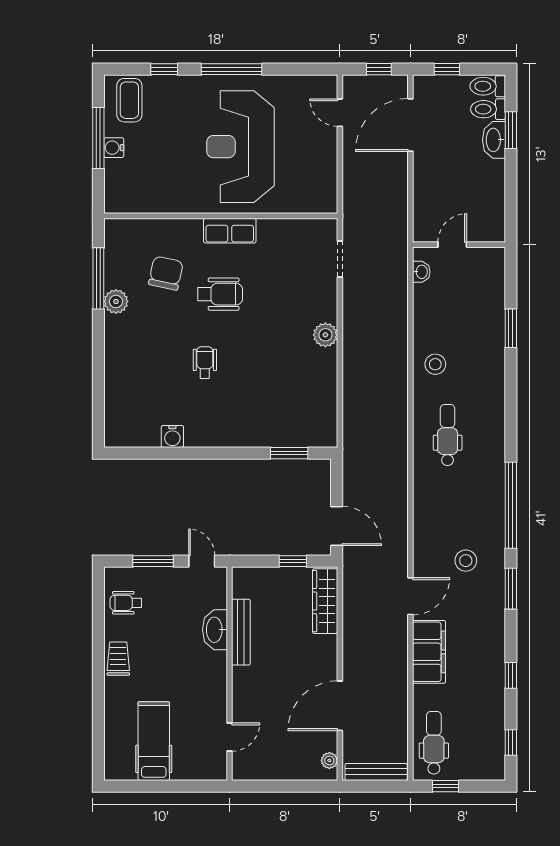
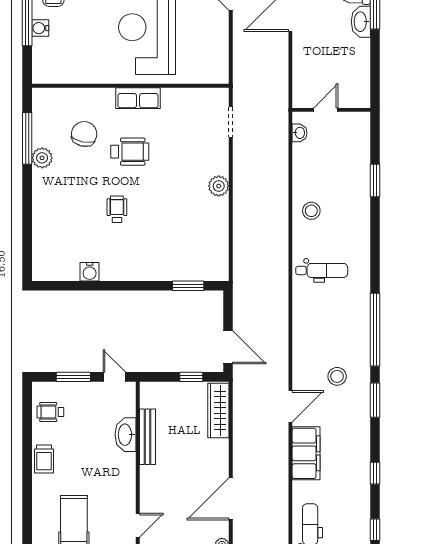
dental chair: (448, 435) -> (322, 270), turned 90
trolley: (118, 659) -> (44, 459), turned 180

